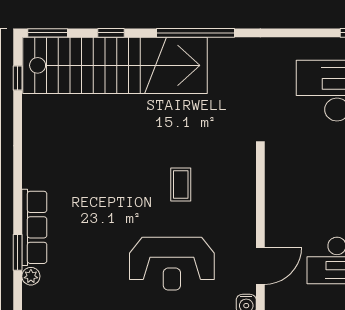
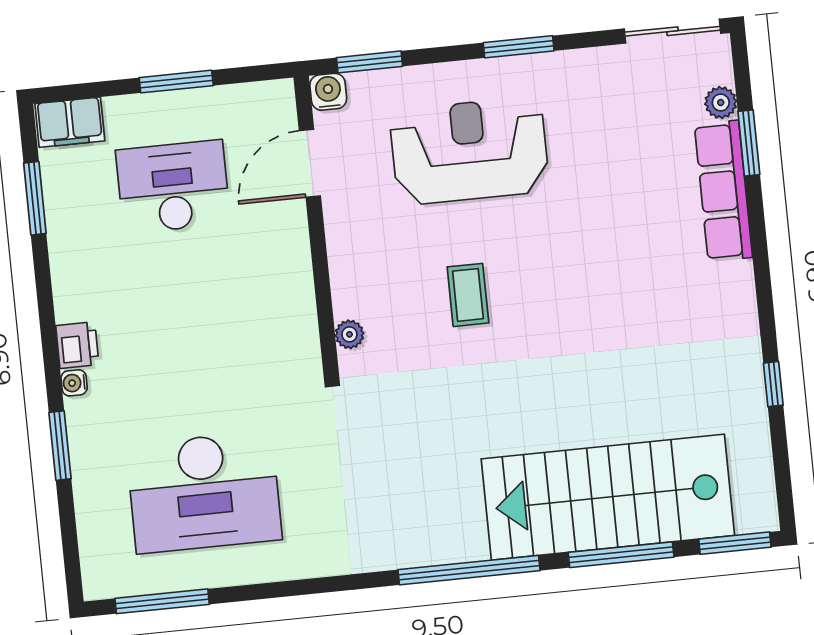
window: (111, 33) -> (621, 555), width x2.17
stairs: (115, 65) -> (608, 497), width x0.73
window: (18, 78) -> (773, 384), moved
plant: (248, 169) -> (349, 334), added

